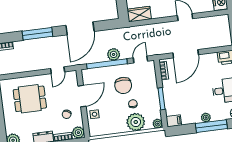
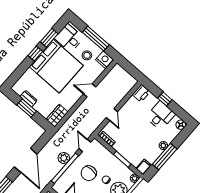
door: (186, 54) -> (112, 115), width x0.53
chair: (123, 85) -> (89, 173), turned 90
window: (211, 126) -> (165, 157), moved

